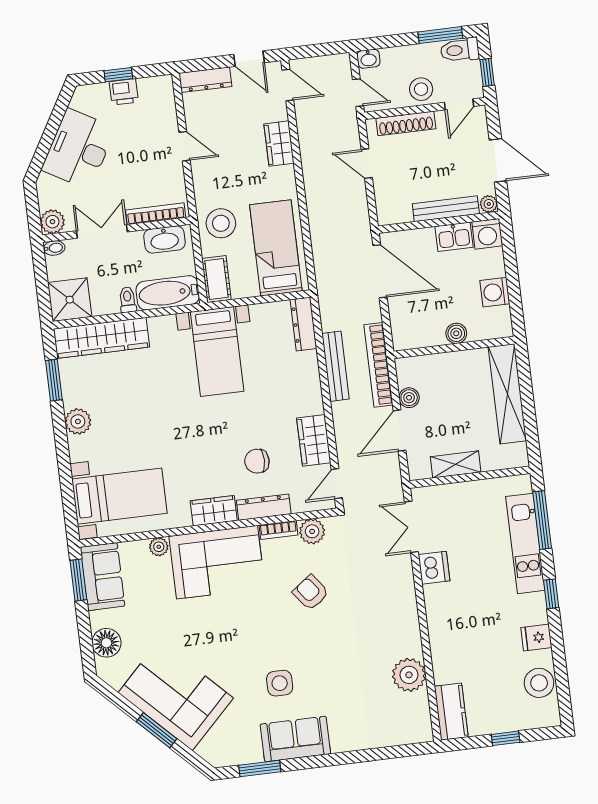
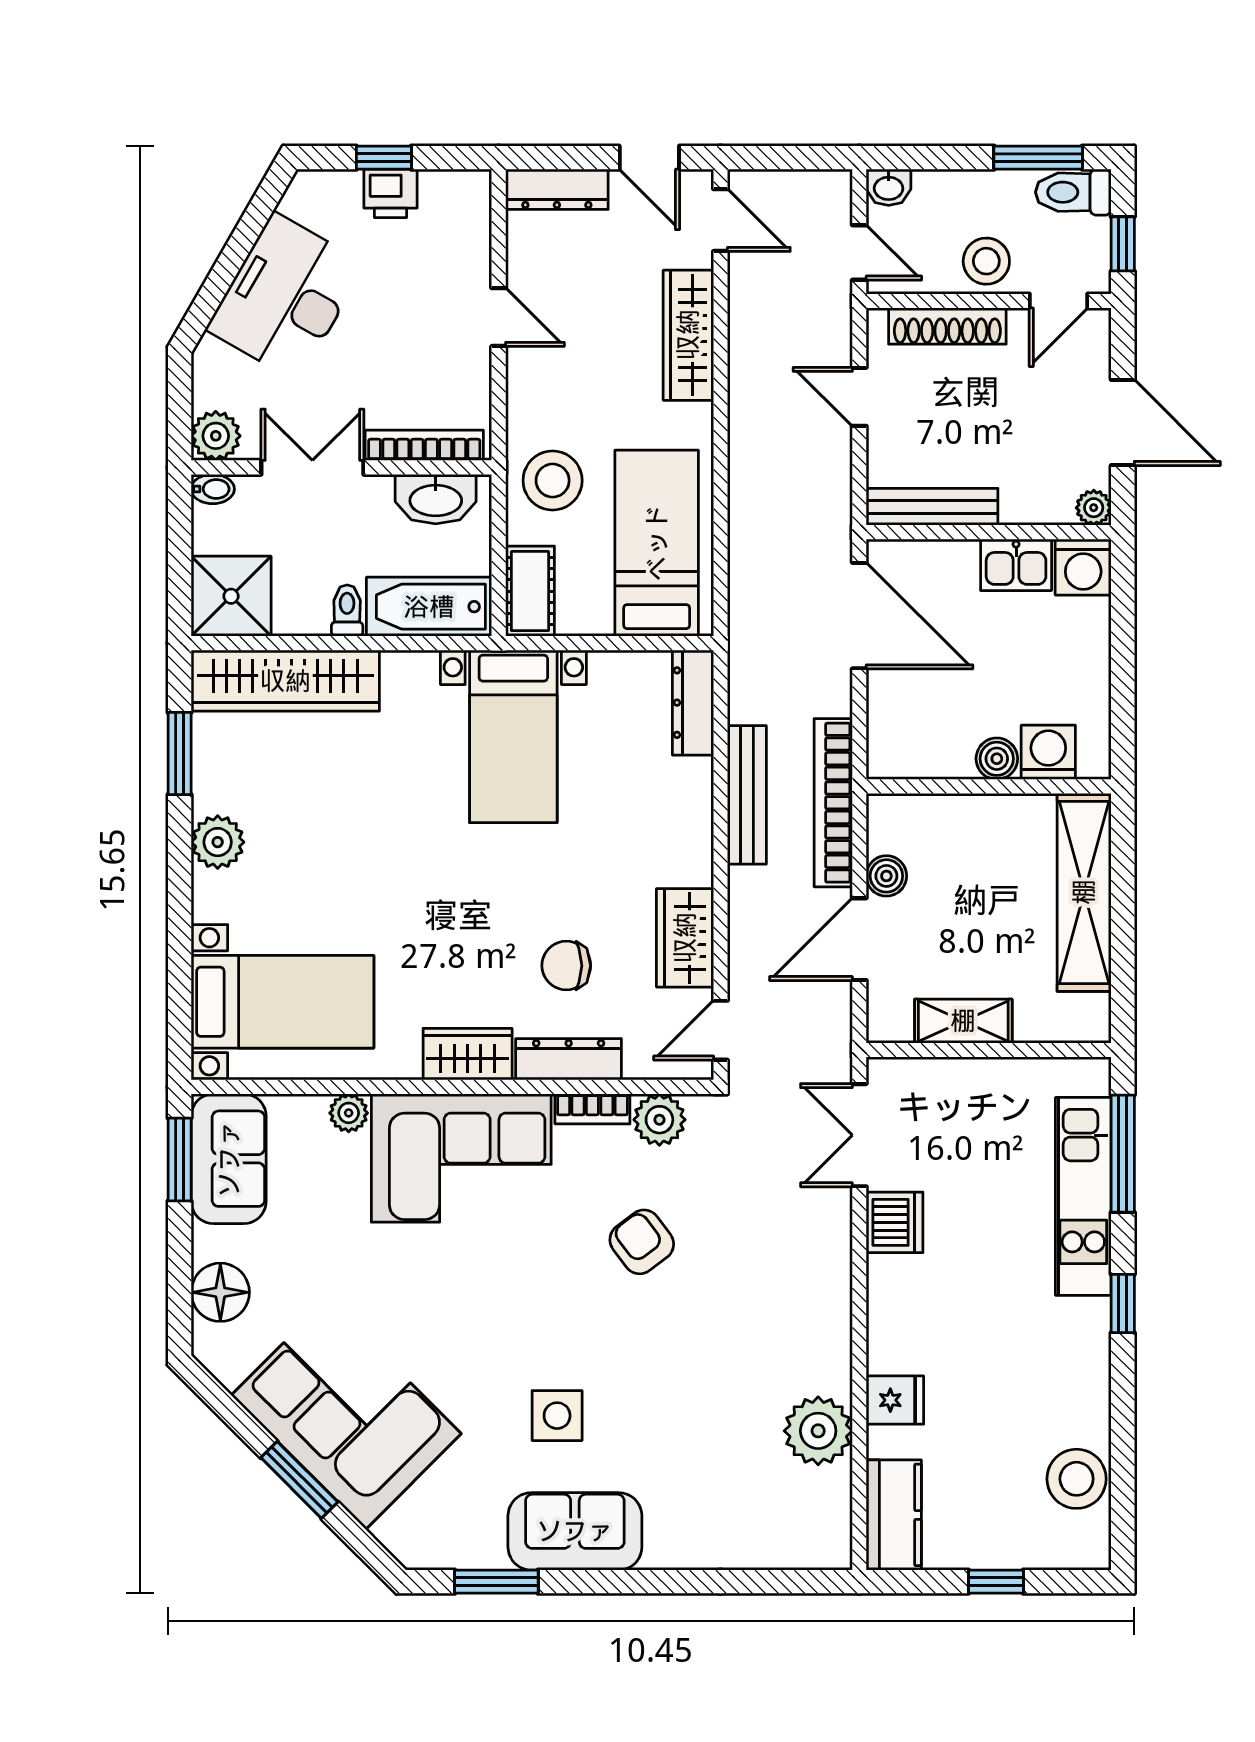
wardrobe: (279, 144) -> (688, 335), width x1.50
bench: (446, 209) -> (932, 507), moved
washing machine: (495, 292) -> (1048, 752), moved, turned 90
fridge: (536, 638) -> (895, 1400), moved, turned 180

